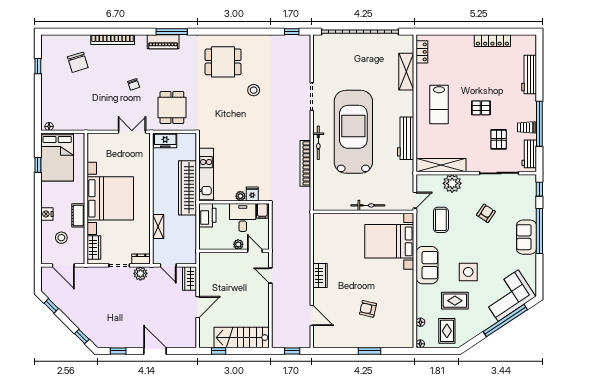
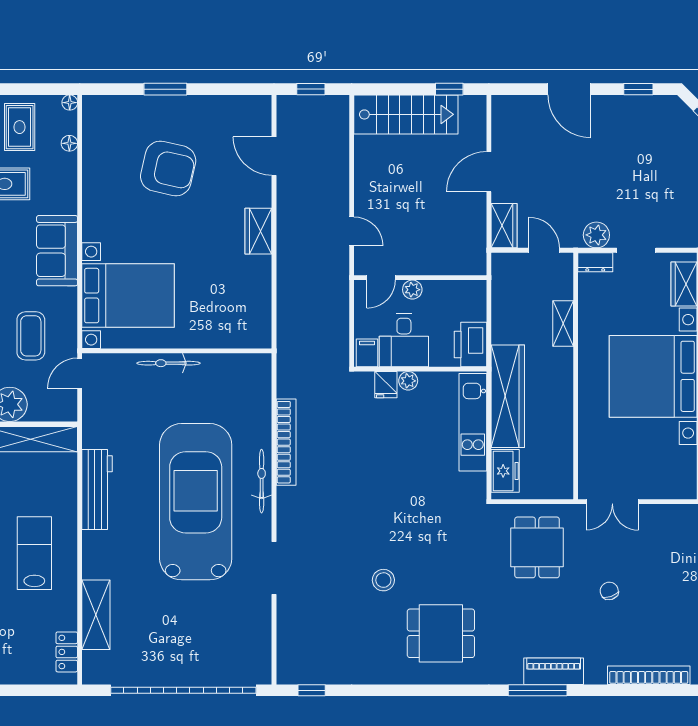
car: (353, 132) -> (196, 502), turned 180
freezer: (165, 140) -> (505, 471), moved, turned 90
door: (255, 251) -> (381, 278), hinge flipped
armchair: (368, 309) -> (168, 168), width x1.88, depth x1.88

